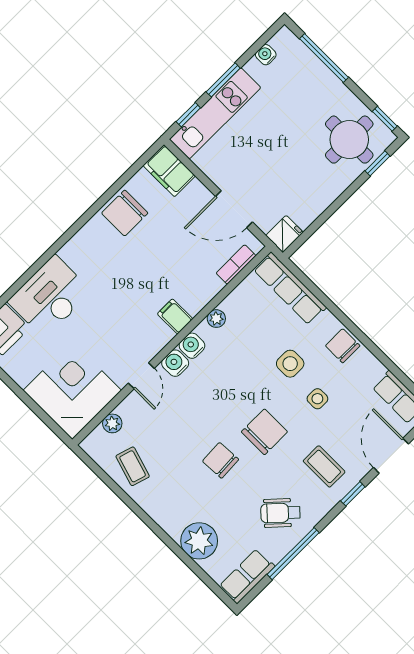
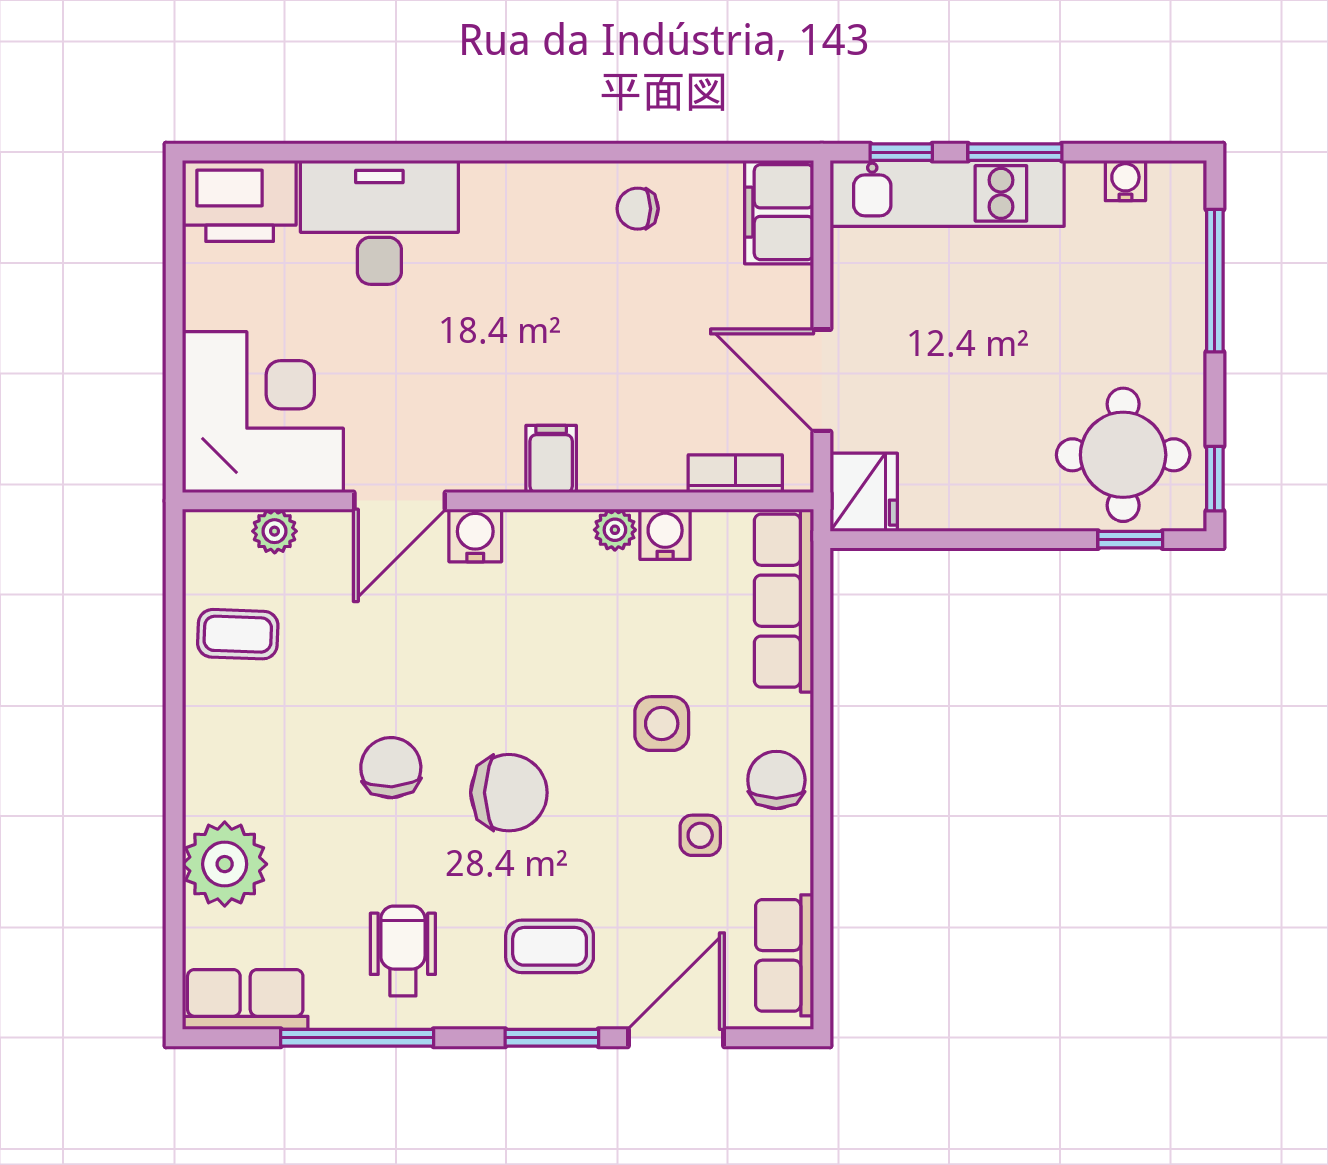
chair: (125, 213) -> (638, 209), width x0.54, depth x0.54
fridge: (284, 234) -> (864, 492), width x1.38
water cooler: (192, 346) -> (665, 534), moved
door: (141, 376) -> (400, 501), width x1.38
side table: (317, 399) -> (700, 835), moved
coffee table: (133, 466) -> (238, 634), turned 75
coffee table: (324, 466) -> (550, 946), turned 90
window: (353, 494) -> (552, 1038), width x1.50
wheelchair: (281, 513) -> (403, 951), turned 47

